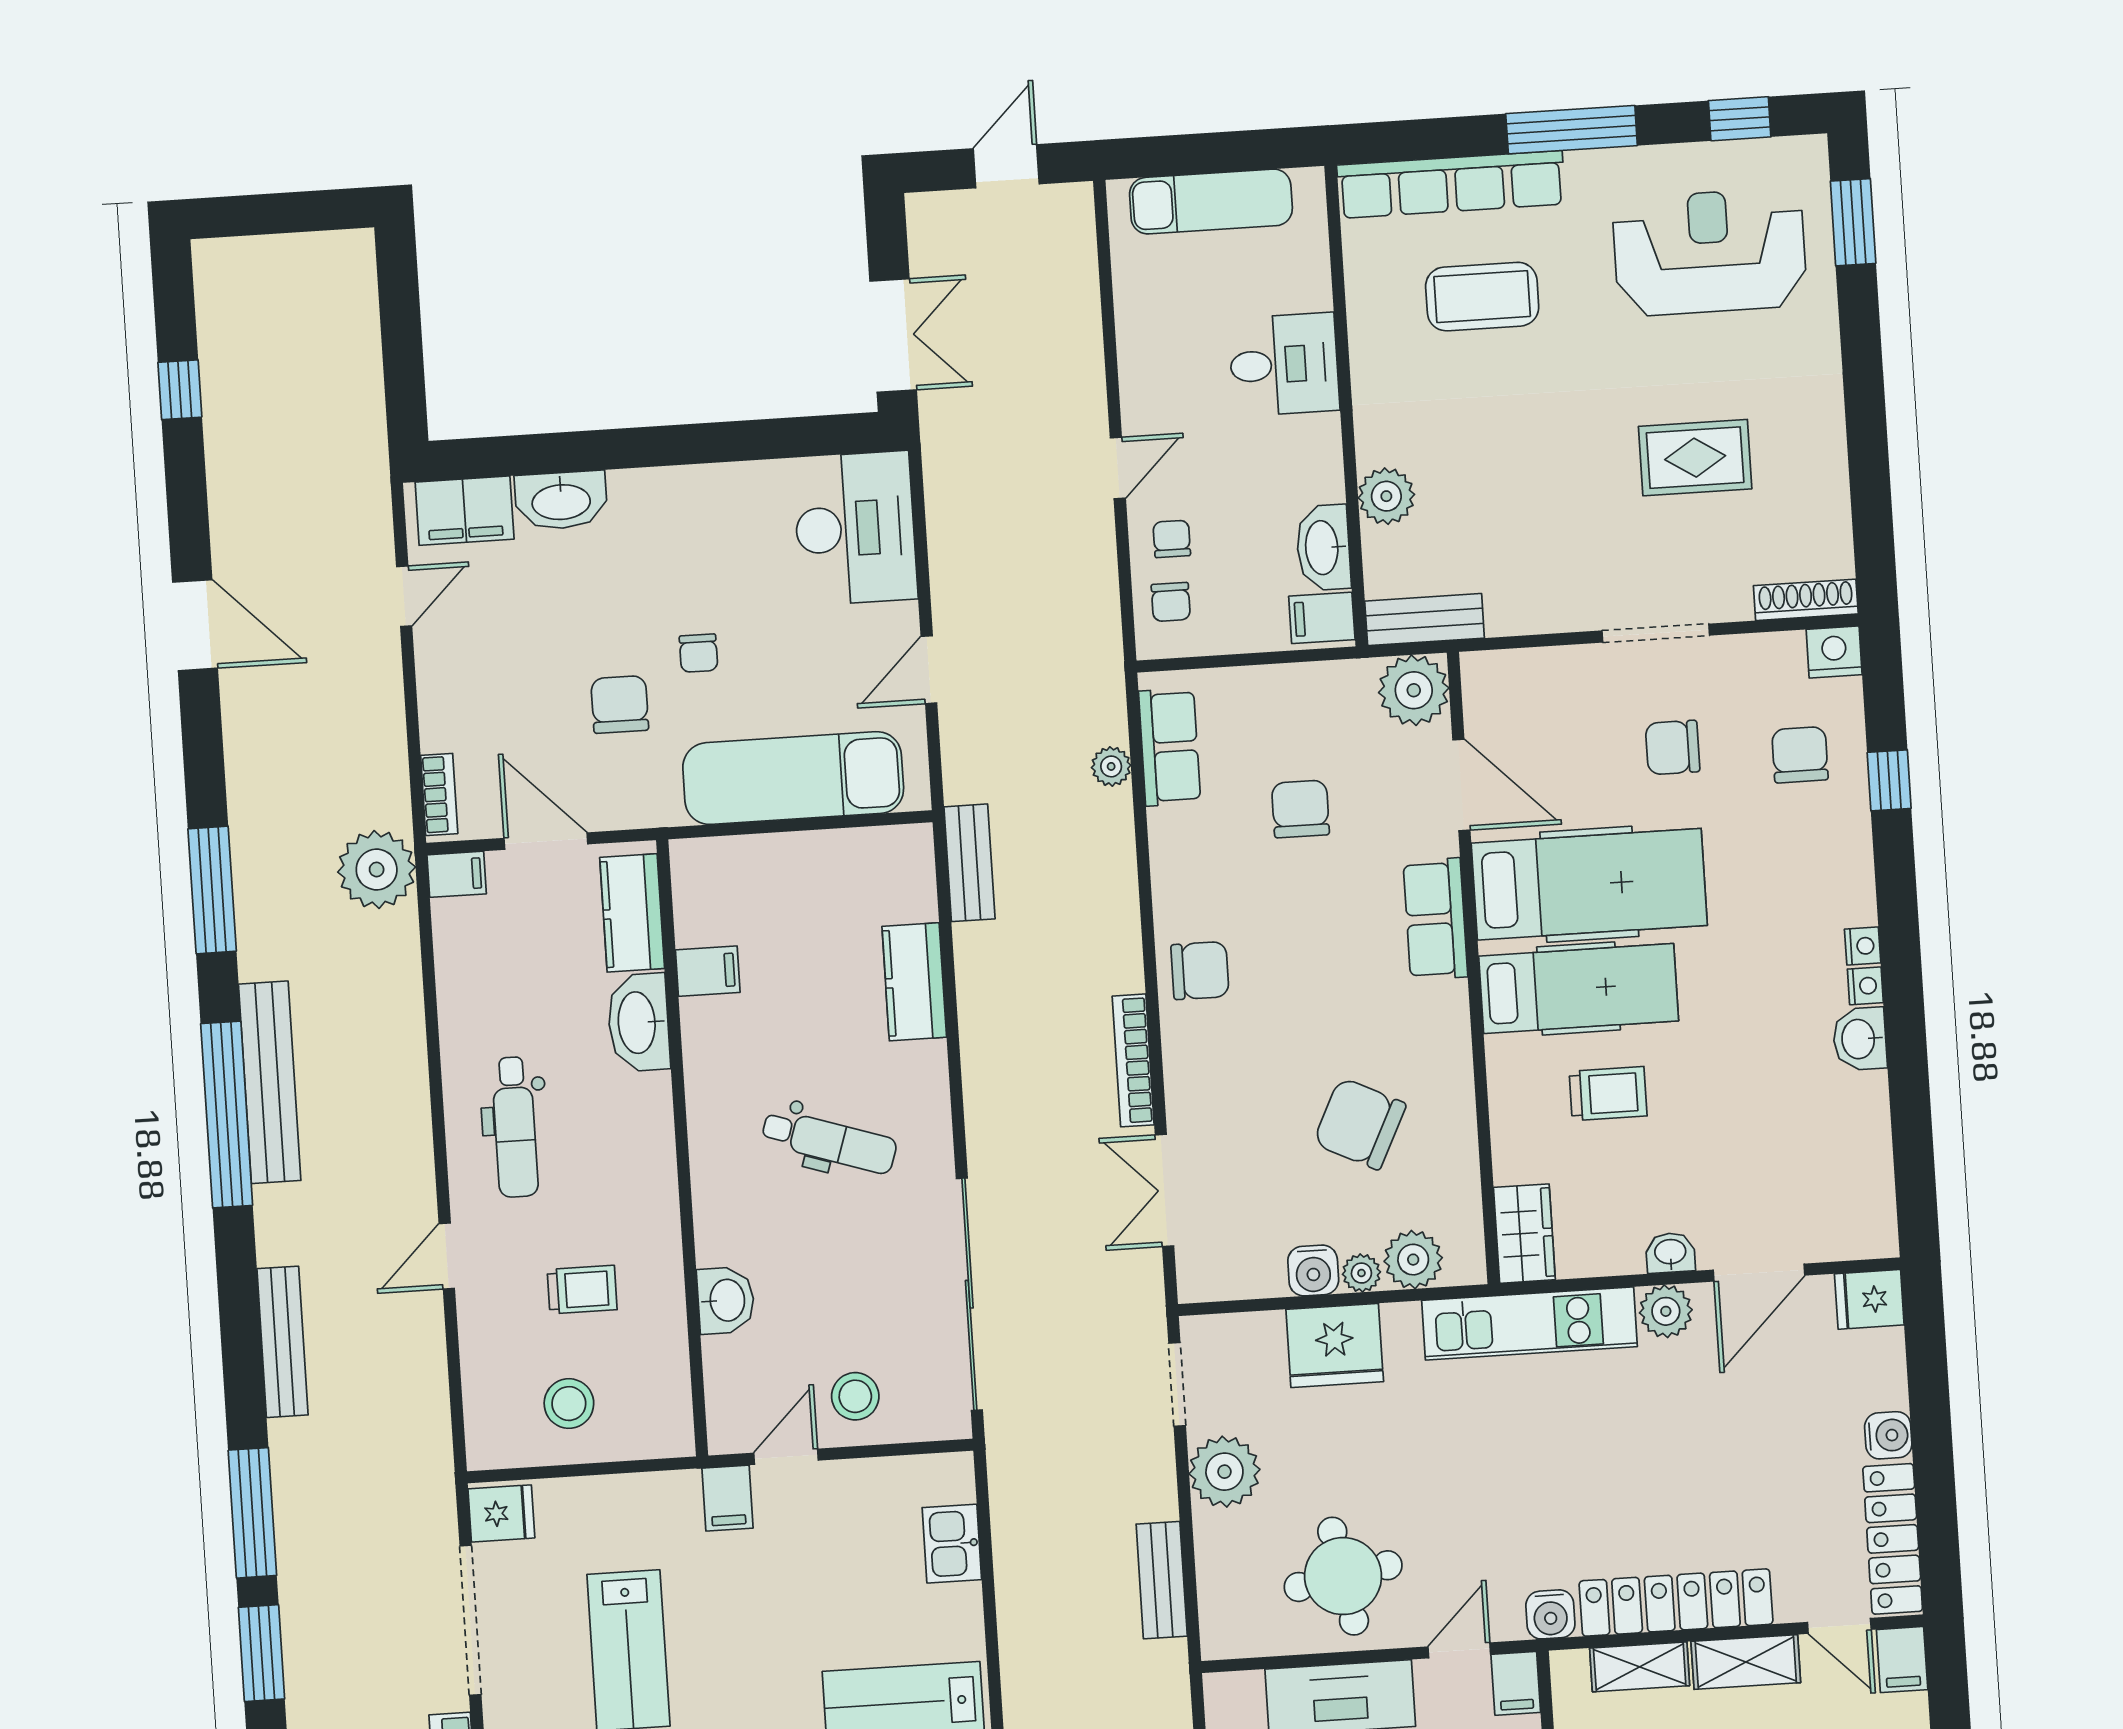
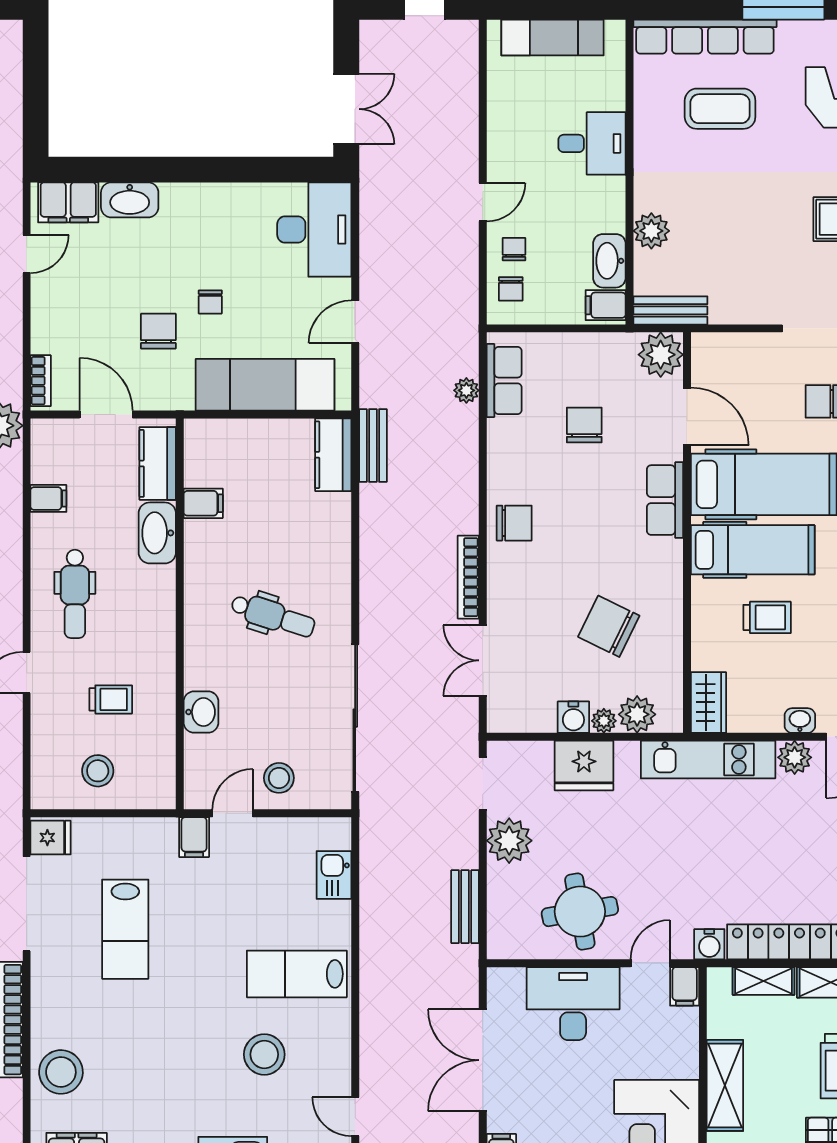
filing cabinet: (457, 874) -> (48, 498), moved
kitchen counter: (914, 982) -> (333, 455), moved

